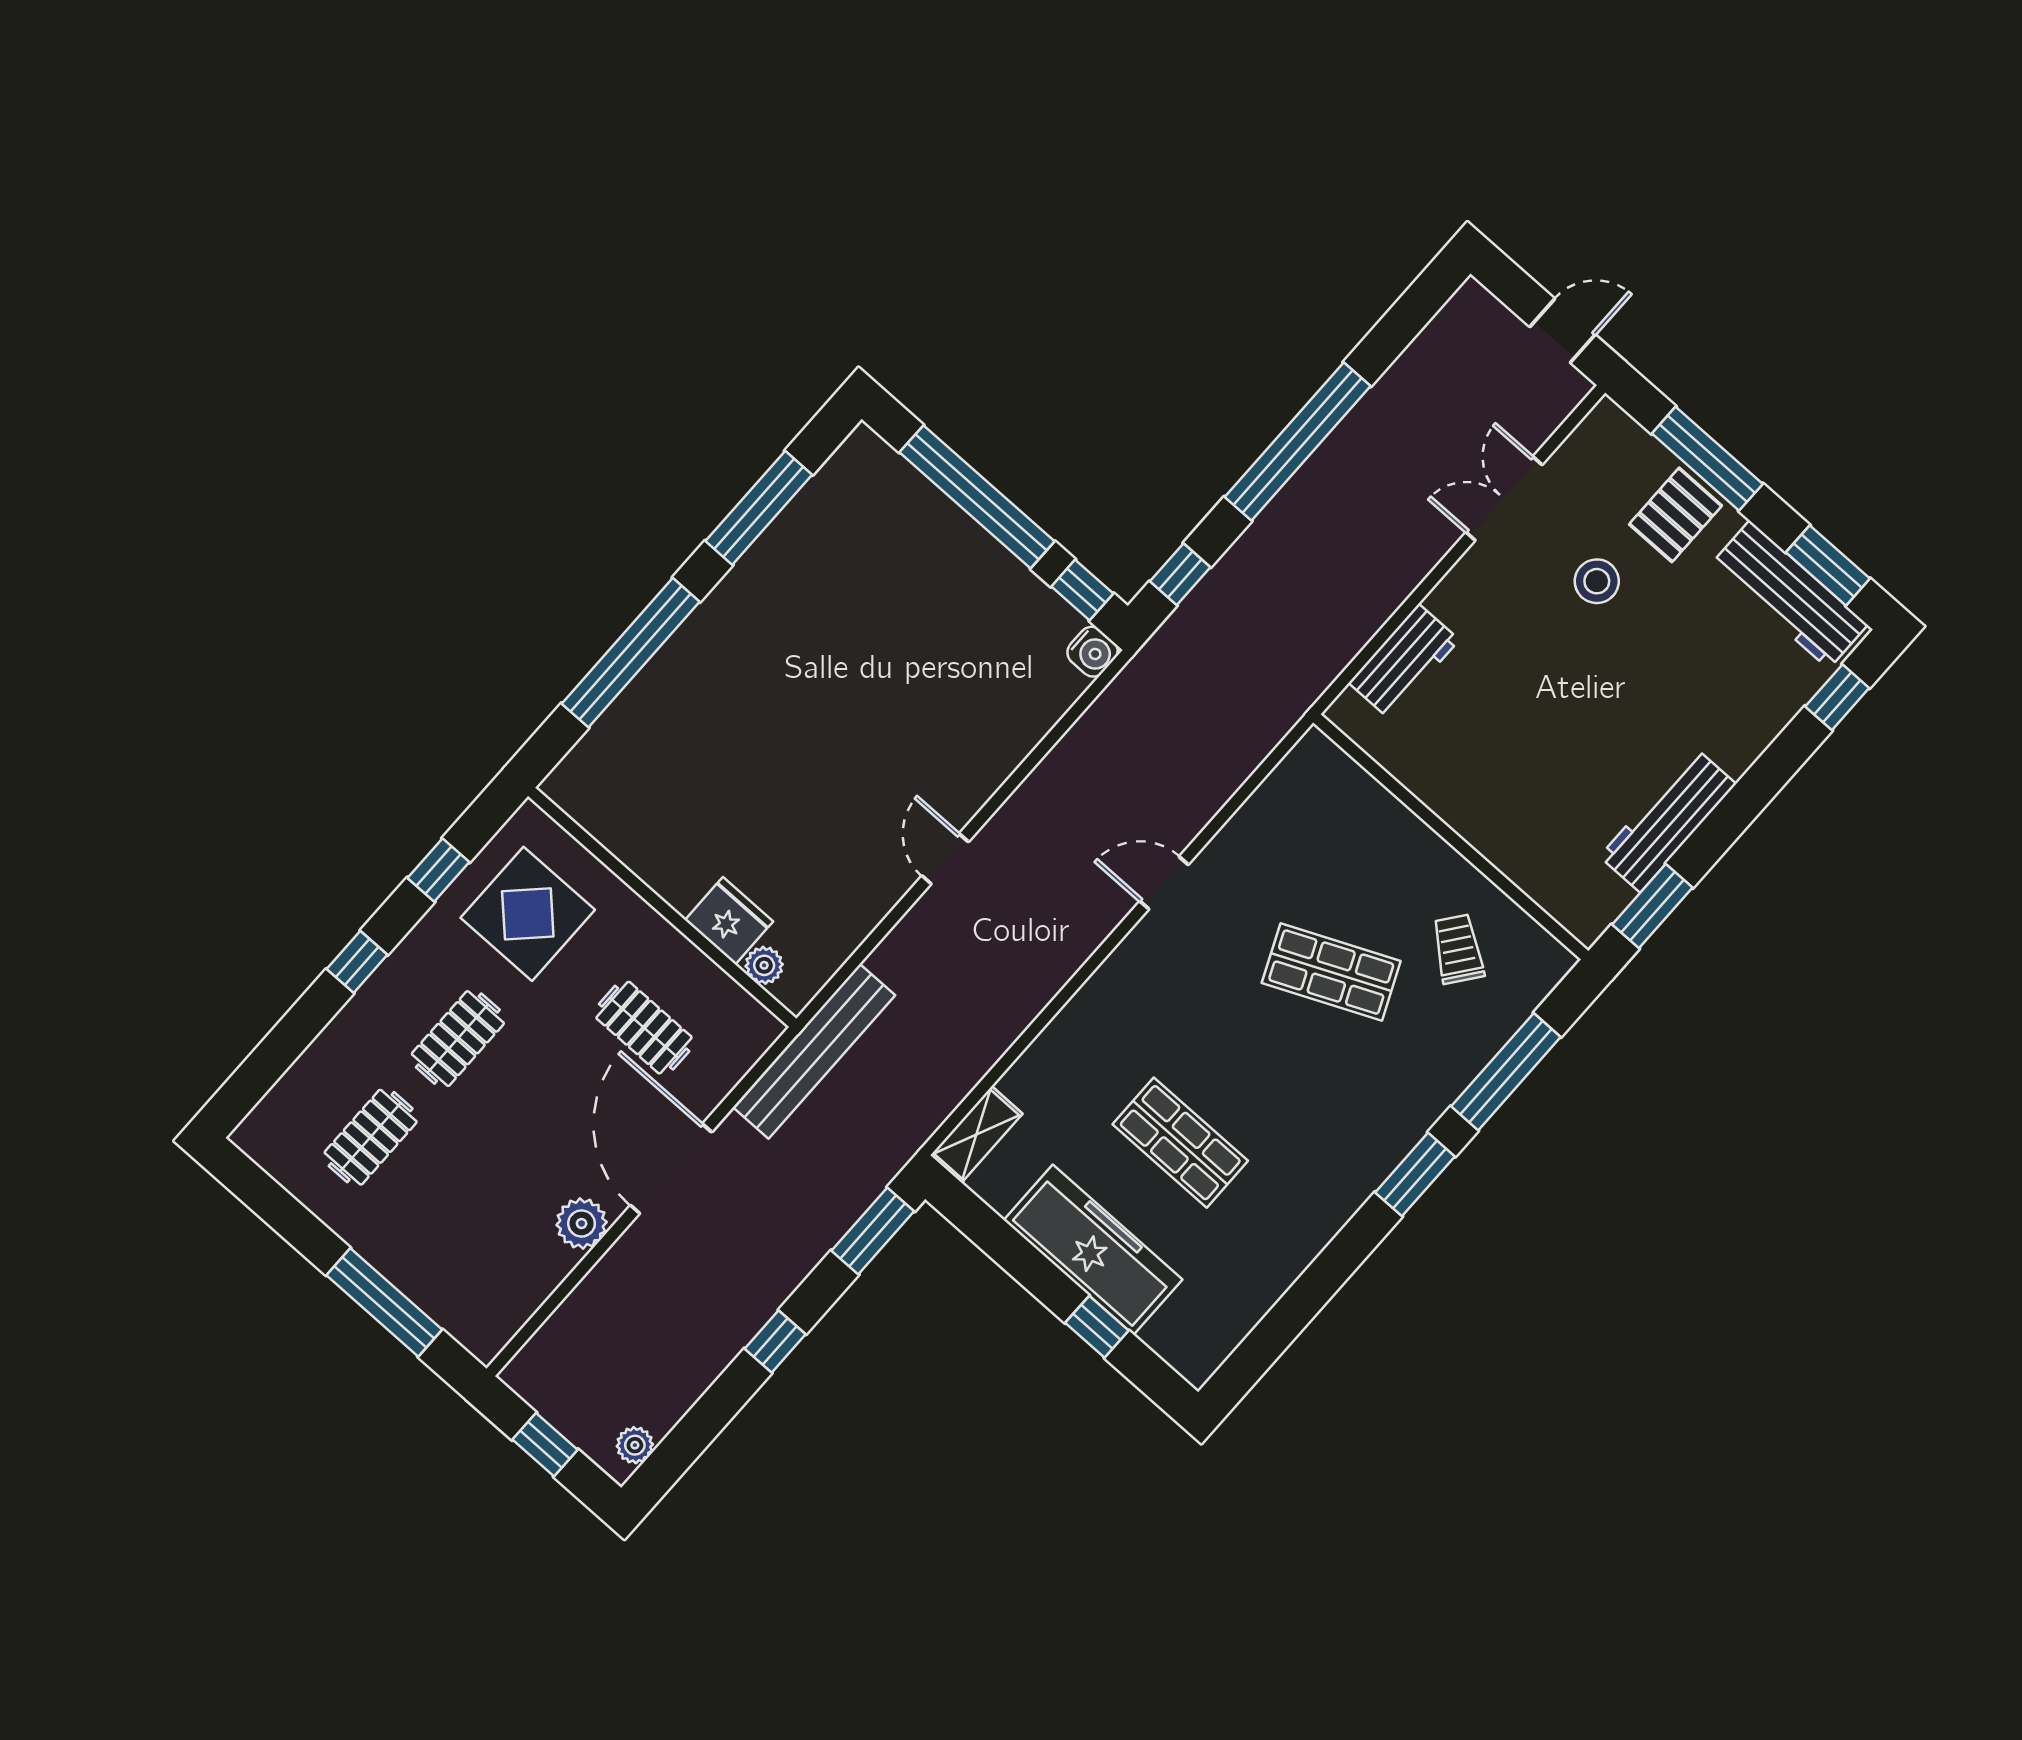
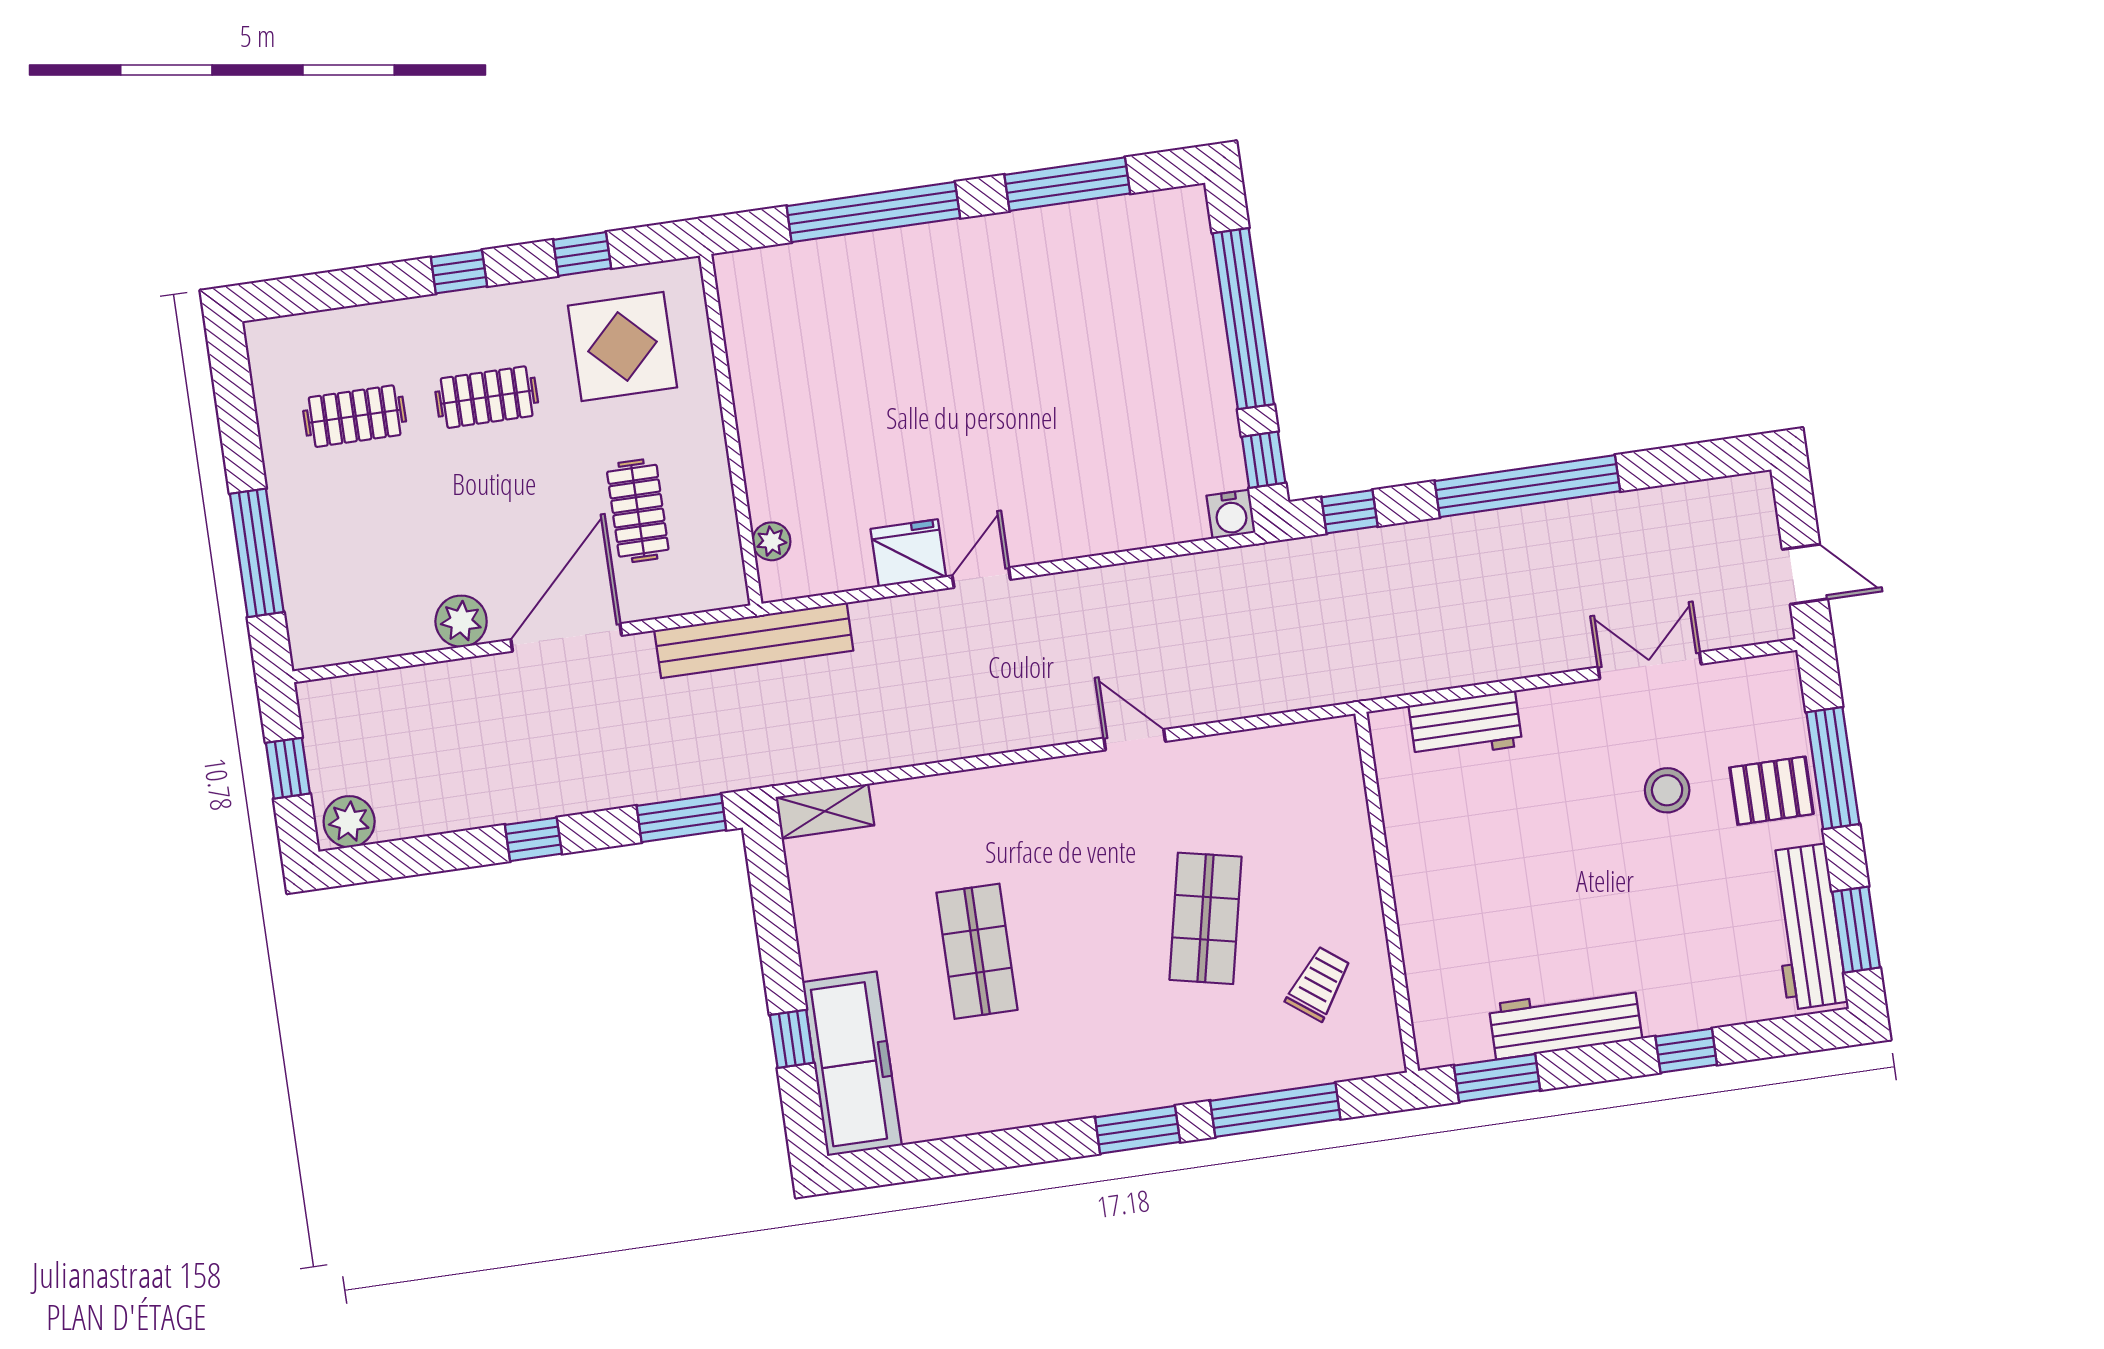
window: (1837, 697) -> (1686, 1051), moved
fridge: (729, 921) -> (908, 553), moved, turned -90
shop shelf: (1331, 972) -> (1206, 918), turned 36
freezer: (1093, 1250) -> (852, 1064), moved
plant: (635, 1445) -> (349, 822), width x1.38, depth x1.38

